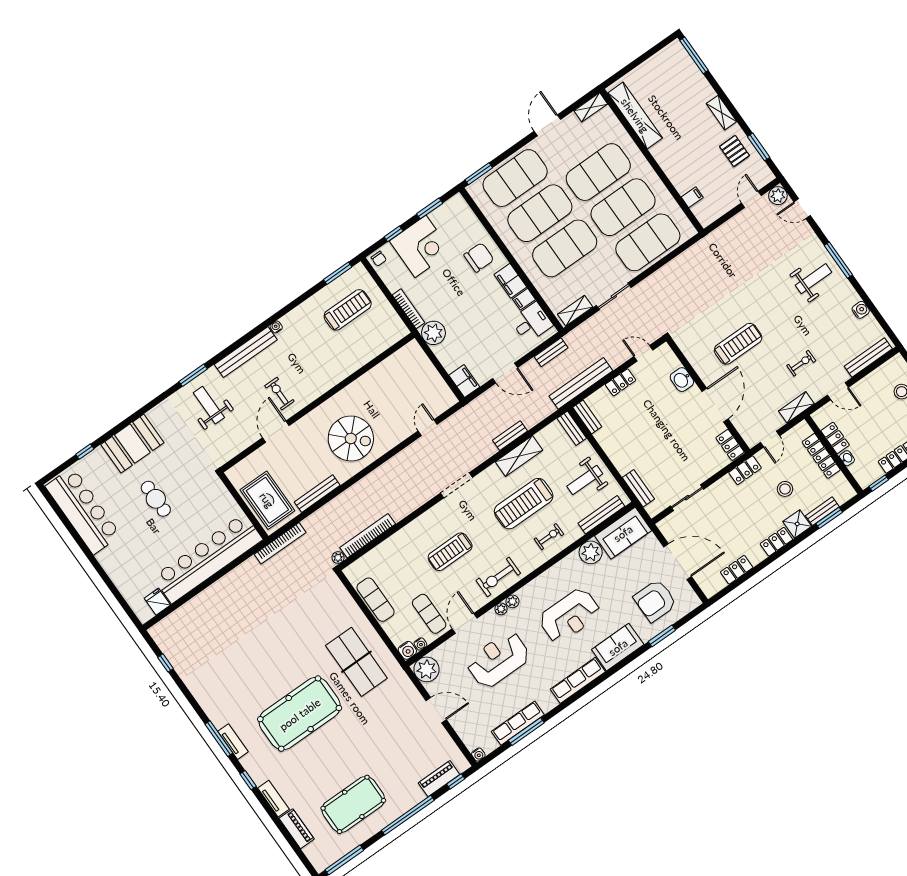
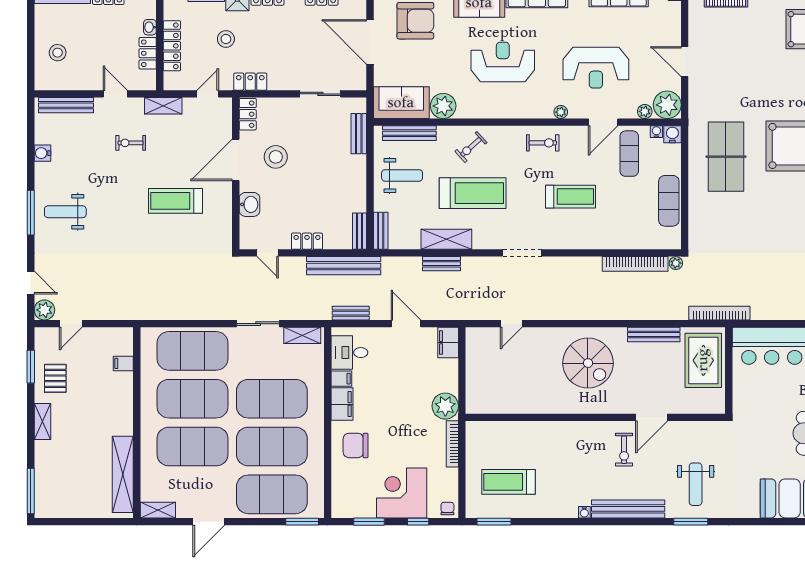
stool: (687, 428) -> (276, 157), added
spiral stairs: (351, 438) -> (588, 363), turned 180
exercise bike: (549, 537) -> (471, 147), turned -42
exercise bike: (498, 577) -> (543, 143), width x0.73, depth x0.72
plant: (512, 601) -> (645, 111), moved

